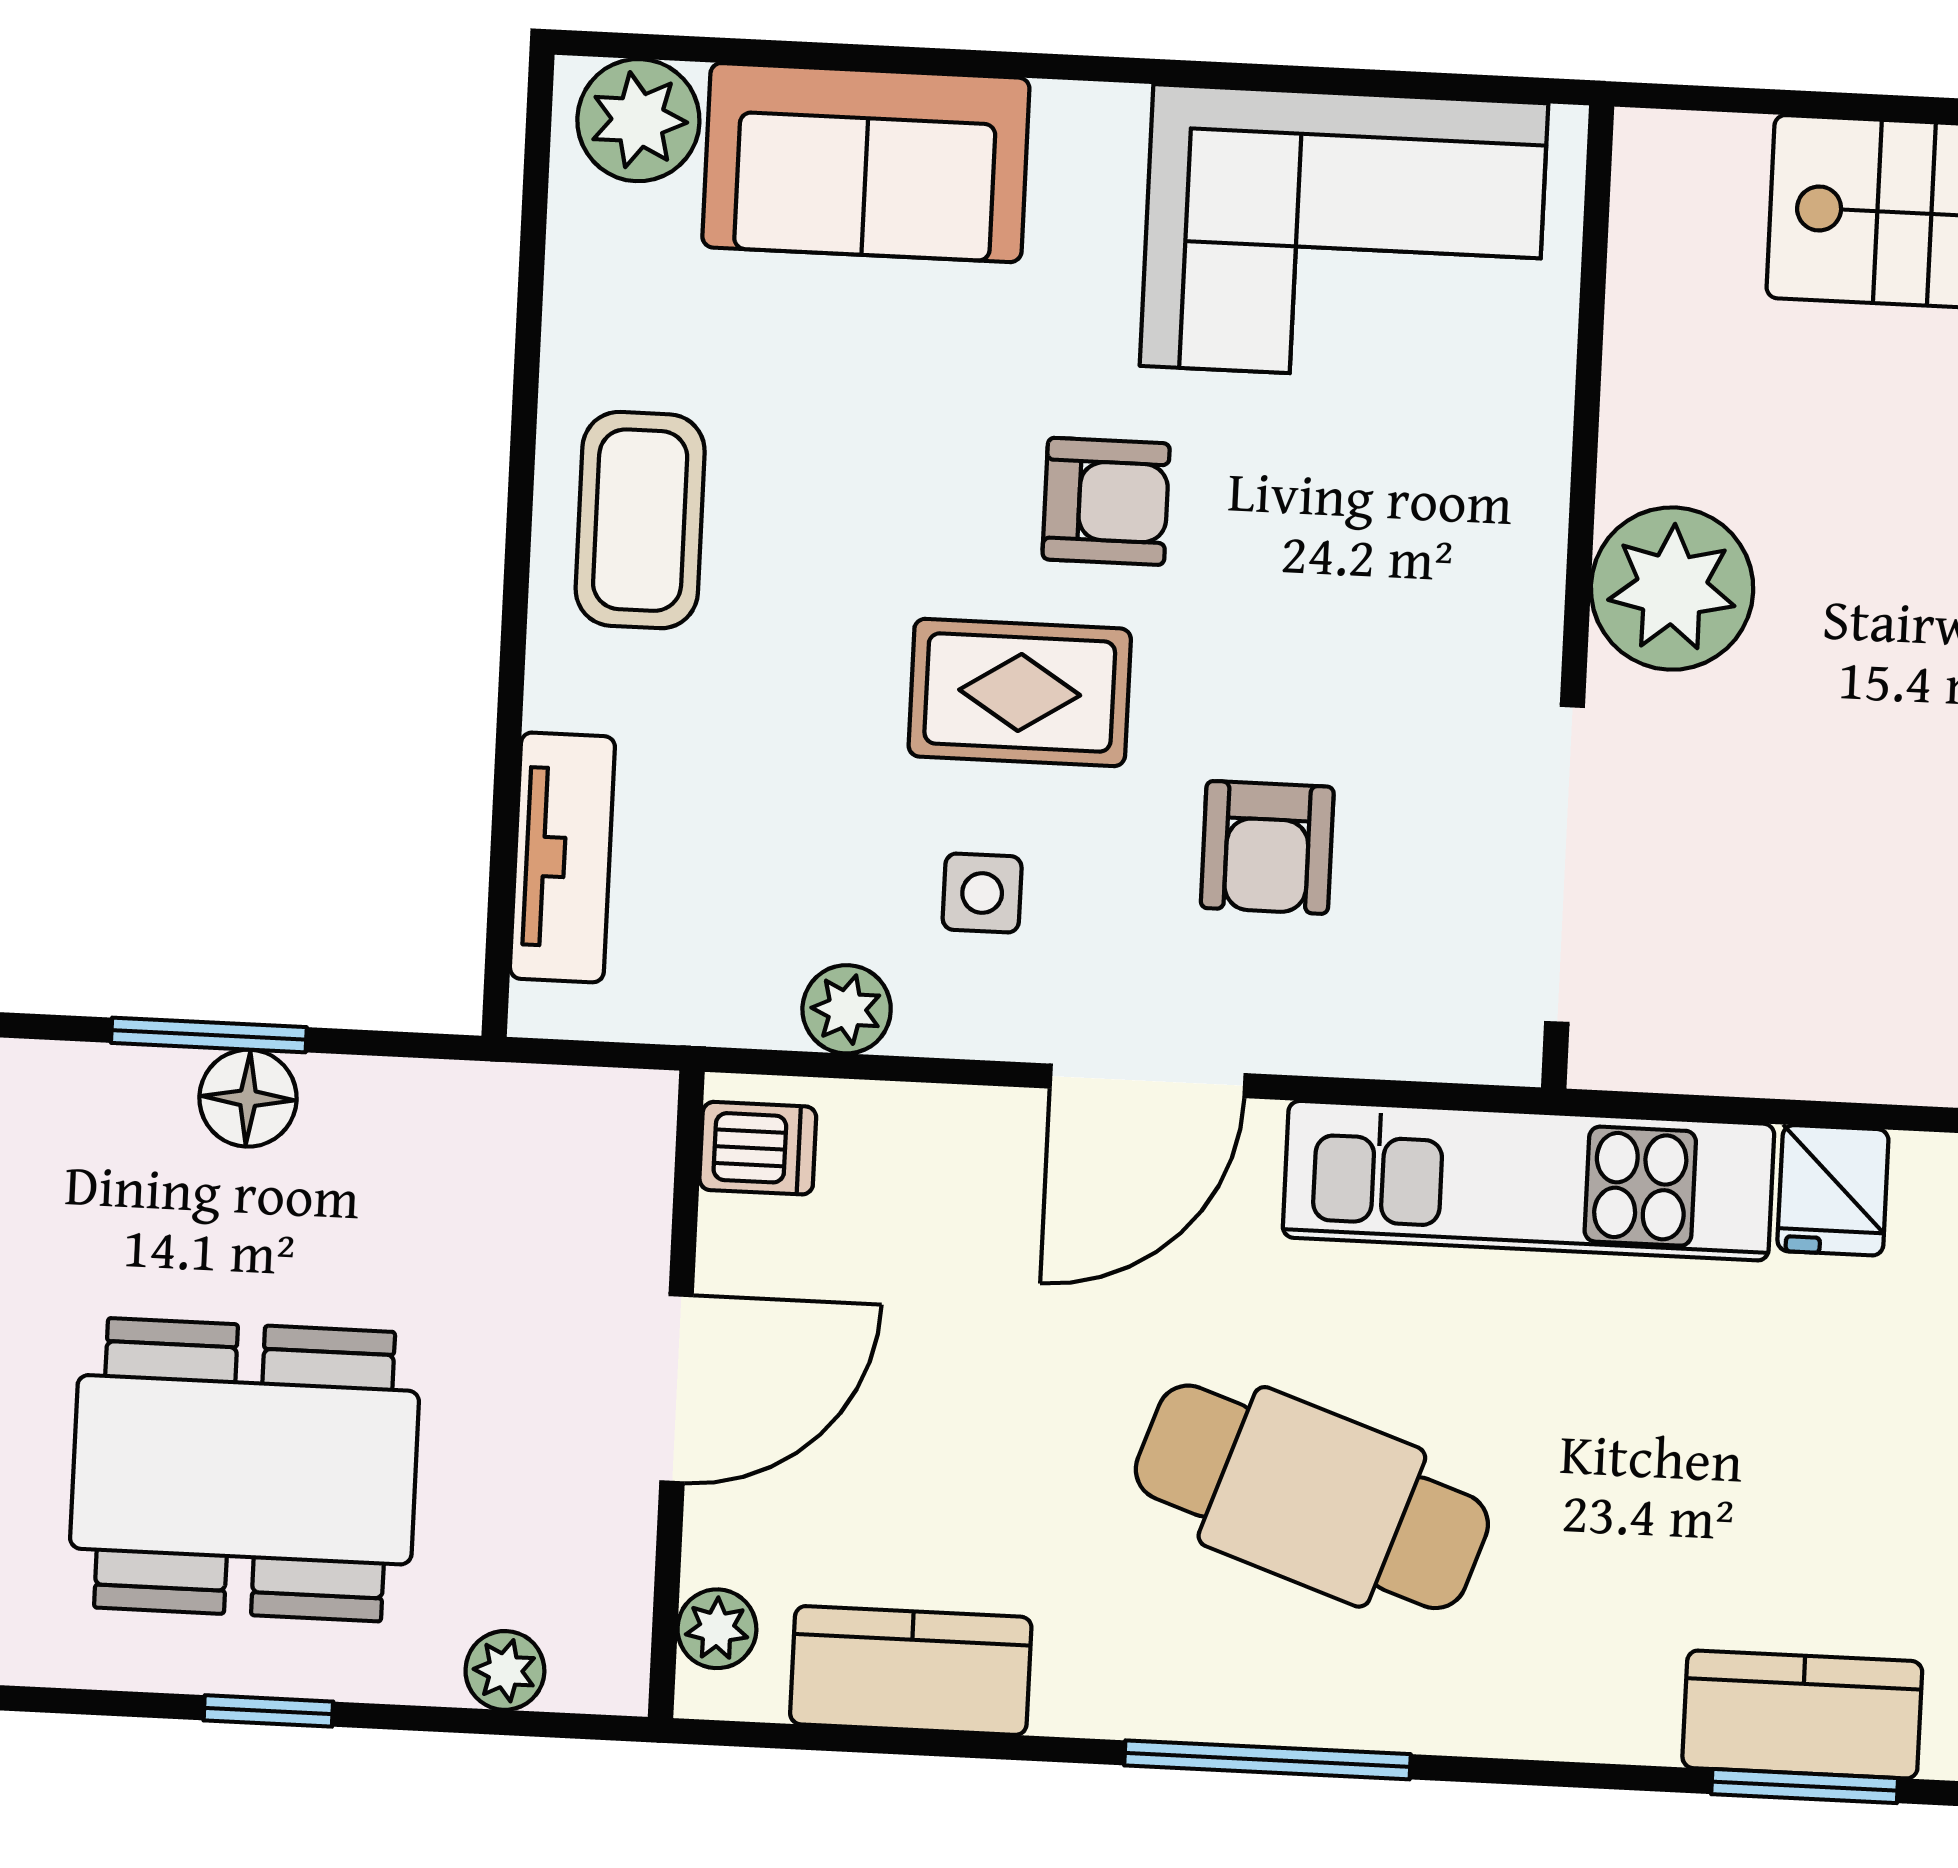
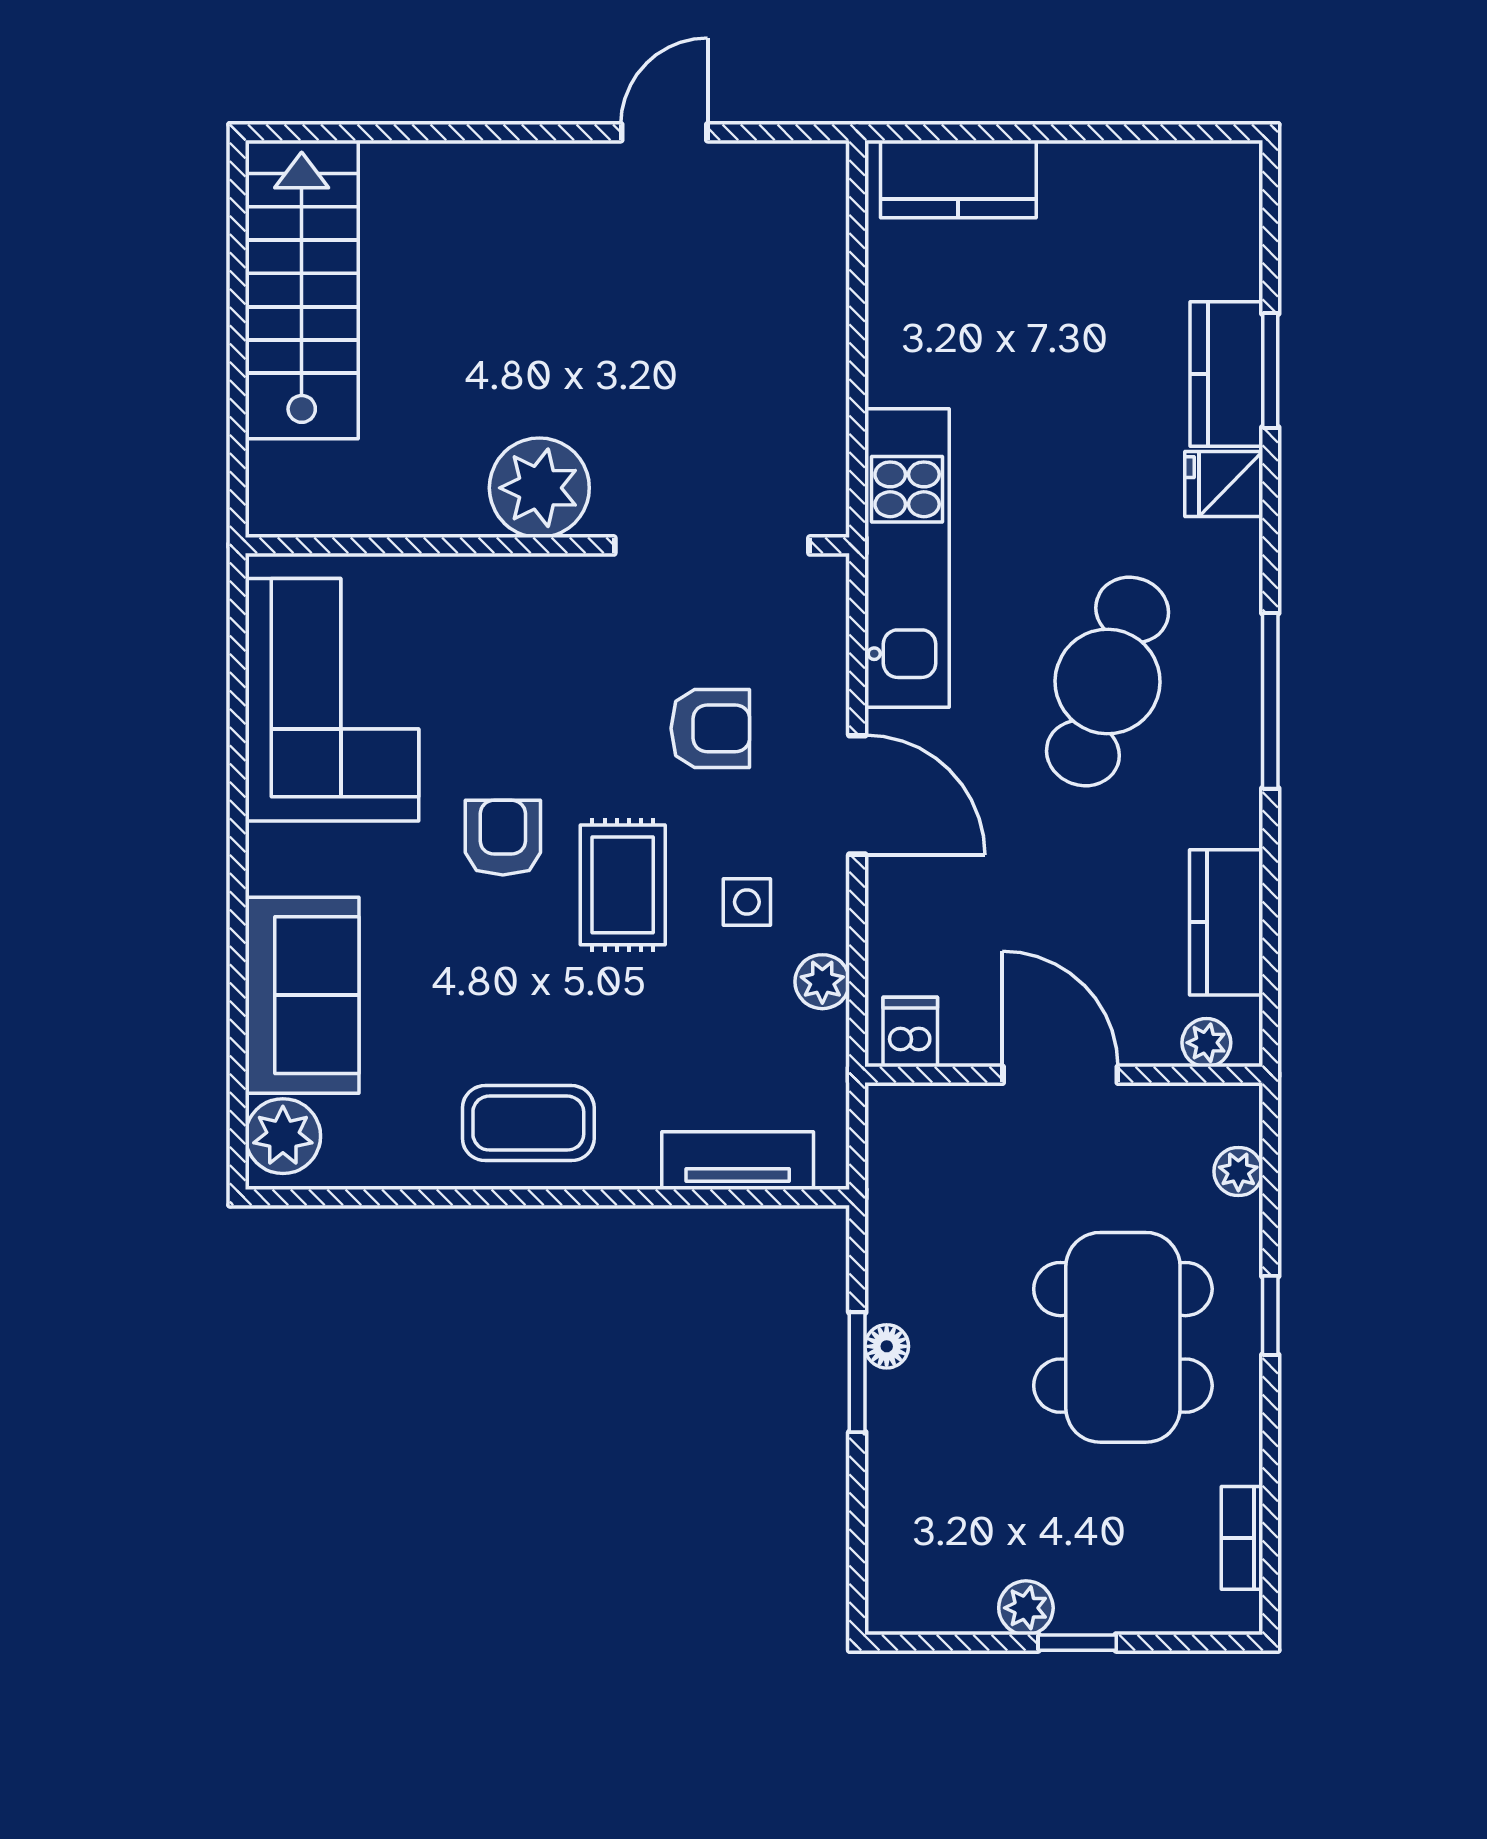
floor lamp: (248, 1098) -> (887, 1346), width x0.73, depth x0.73
fridge: (1833, 1190) -> (1224, 484), moved, turned 180

